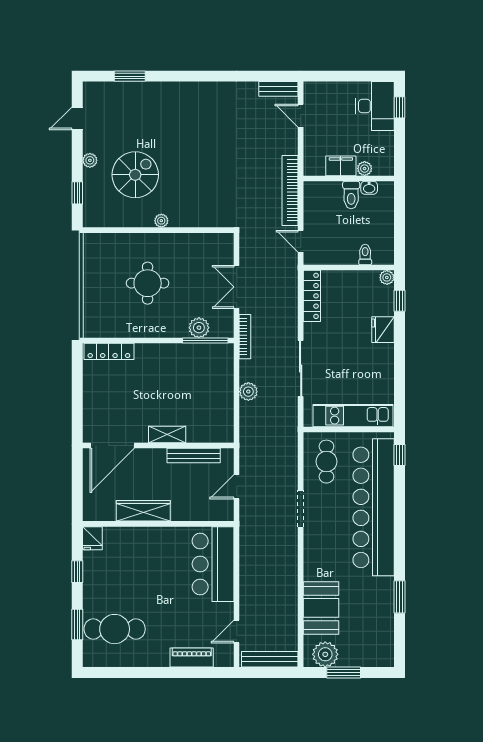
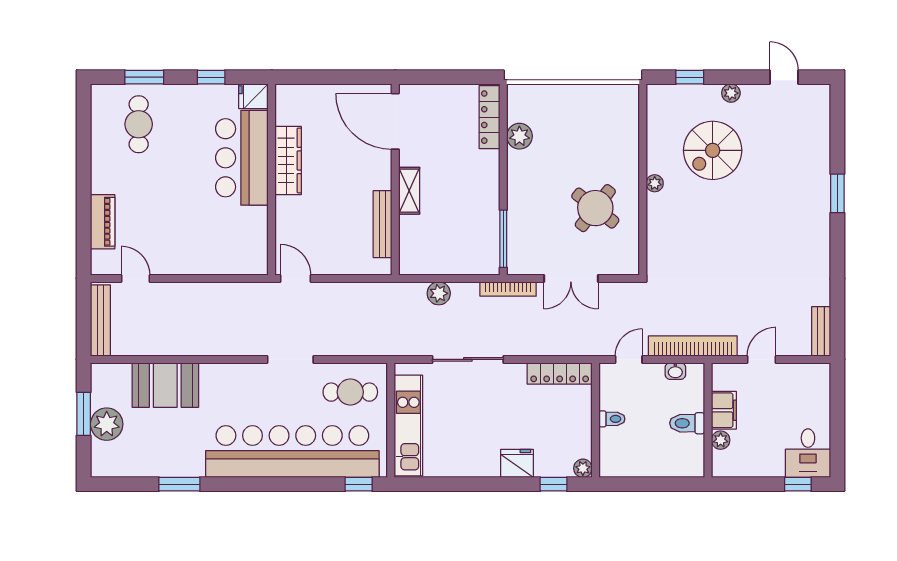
window: (130, 76) -> (837, 193), moved
desk: (375, 106) -> (808, 453), width x0.73
door: (301, 116) -> (761, 359), moved
spiral stairs: (135, 175) -> (713, 150), turned 90
washbasin: (369, 188) -> (675, 371), moved, turned -90
toilet: (365, 255) -> (612, 419), moved
round table: (148, 283) -> (595, 208), moved, turned 38
double door: (237, 287) -> (571, 278), swing flipped
plant: (199, 328) -> (519, 136), moved
shelving: (167, 435) -> (409, 191), moved
door: (112, 446) -> (395, 121), moved
wall: (158, 446) -> (395, 179), moved
bench: (194, 456) -> (383, 224), moved
door: (237, 487) -> (295, 278), moved
bar counter: (213, 564) -> (242, 158), moved, turned -90
cafe table: (115, 629) -> (139, 124), width x0.73, depth x0.74
plant: (325, 654) -> (107, 424), moved

